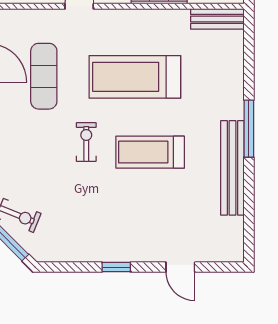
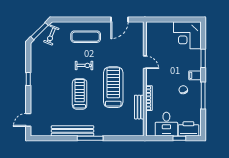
bench: (217, 19) -> (139, 107), moved
exercise mat: (44, 76) -> (86, 37), moved
door: (180, 267) -> (28, 120), moved

